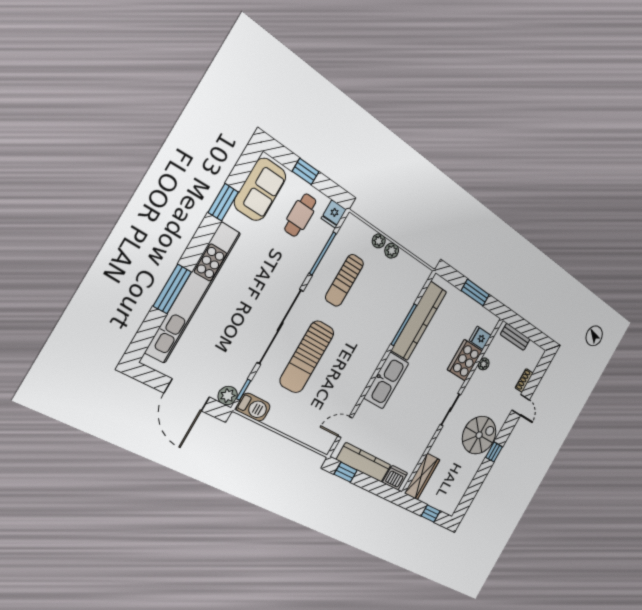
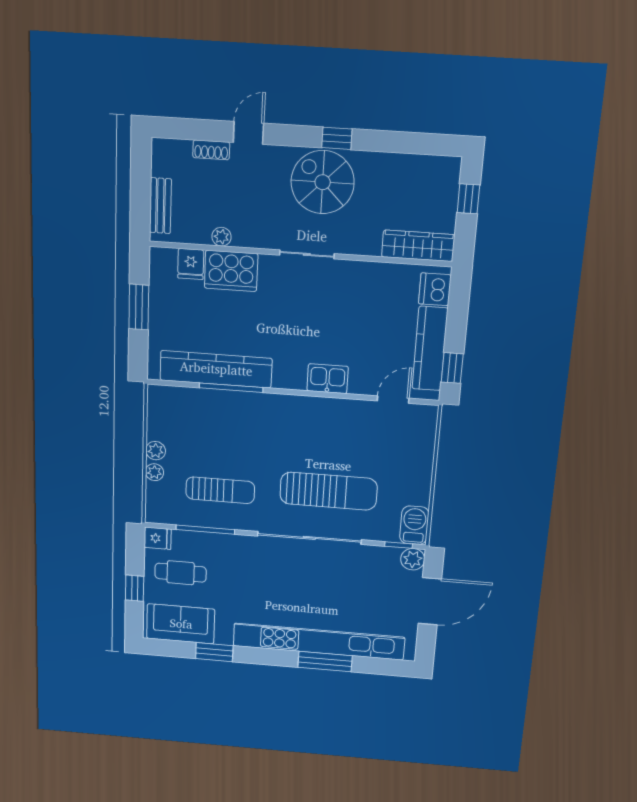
kitchen sink: (386, 381) -> (328, 379), width x0.53, depth x0.81
door: (345, 427) -> (393, 400), swing flipped

